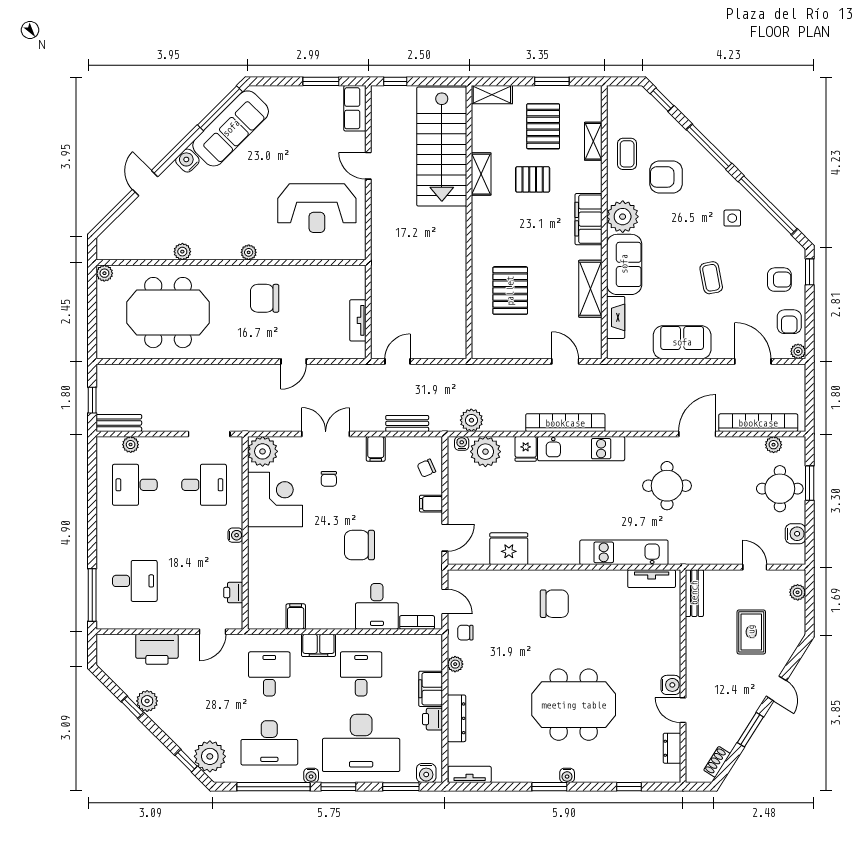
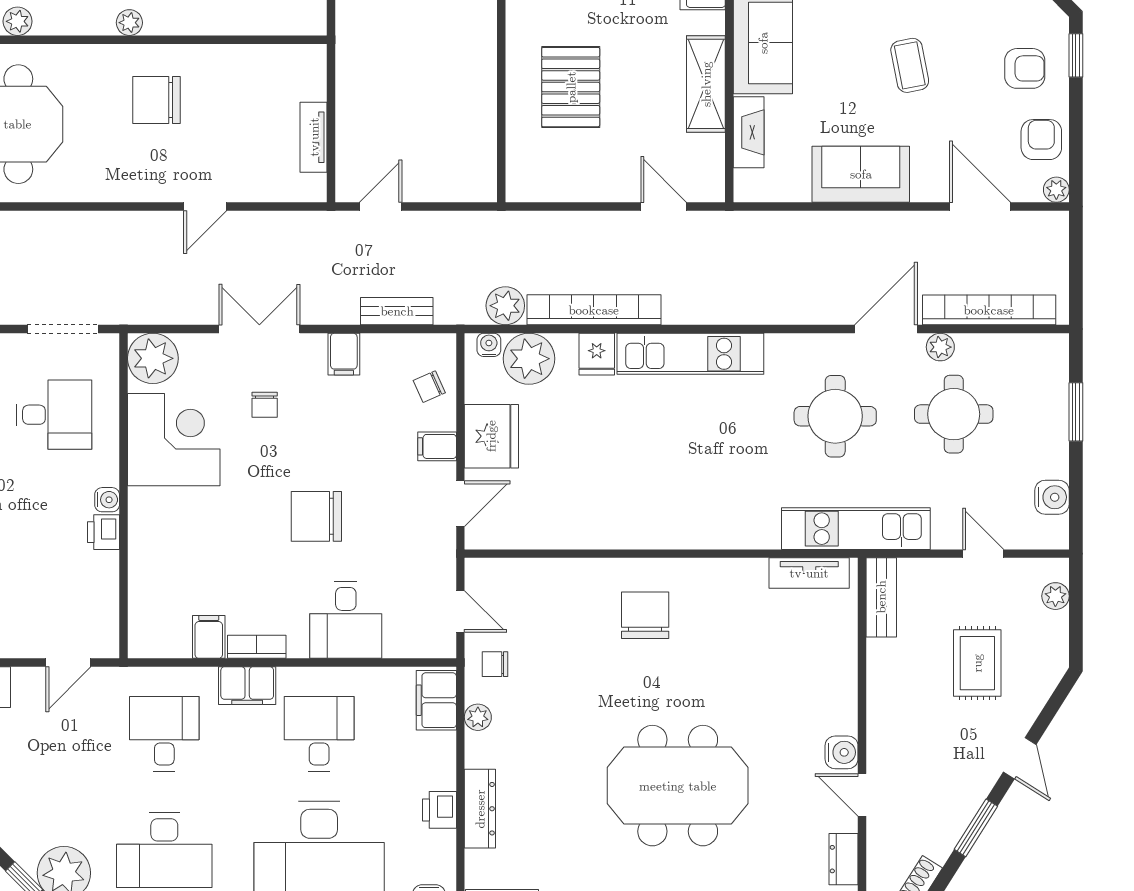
armchair: (789, 322) -> (1041, 140), turned 180
bookcase: (565, 423) -> (594, 310), moved
plant: (774, 445) -> (940, 347), moved
round table: (780, 489) -> (954, 414), moved
fridge: (509, 549) -> (491, 436), moved, turned 90
kitchen unit: (624, 552) -> (856, 529), moved
printer: (233, 593) -> (103, 532), moved
chair: (554, 604) -> (645, 615), turned -90
bookcase: (417, 622) -> (257, 647), moved
filing cabinet: (431, 689) -> (436, 700), moved

